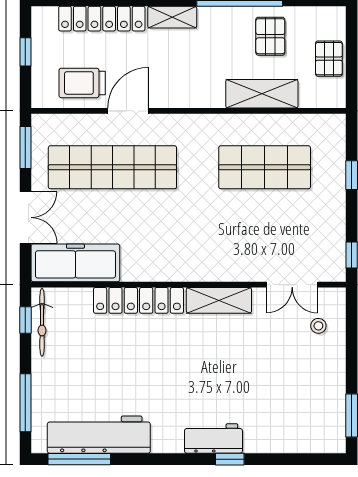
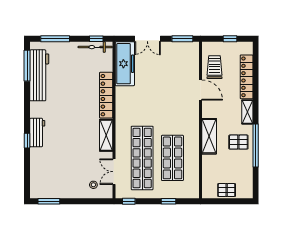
pallet: (270, 36) -> (238, 142), moved
shelving: (262, 94) -> (209, 136), moved
shop shelf: (112, 167) -> (142, 158), moved

